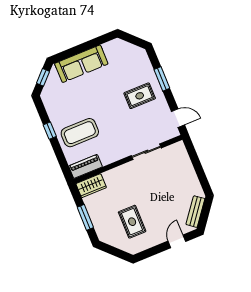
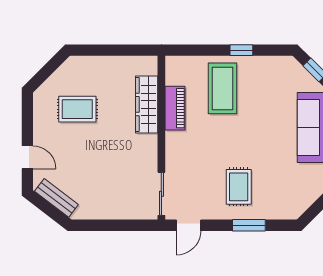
sliding door: (146, 152) -> (161, 194), moved
piano: (85, 166) -> (175, 108), moved
wardrobe: (91, 186) -> (147, 104), moved, width x1.50
window: (85, 217) -> (108, 50), removed

